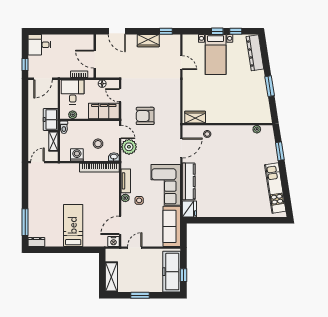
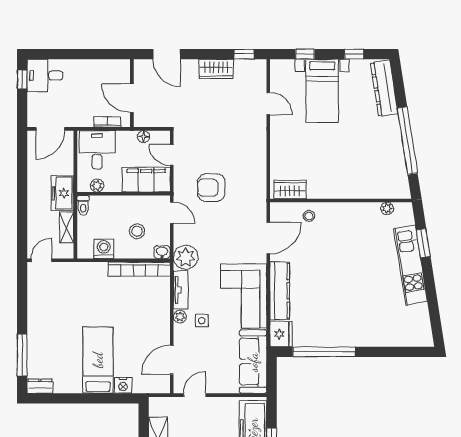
window: (217, 31) -> (305, 54), moved
window: (25, 65) -> (22, 79), moved
window: (270, 86) -> (407, 141), width x2.11
plant: (129, 147) -> (186, 257), moved
kitchen unit: (275, 188) -> (411, 265), moved
window: (217, 220) -> (324, 352), added
nightstand: (113, 241) -> (123, 385), moved

